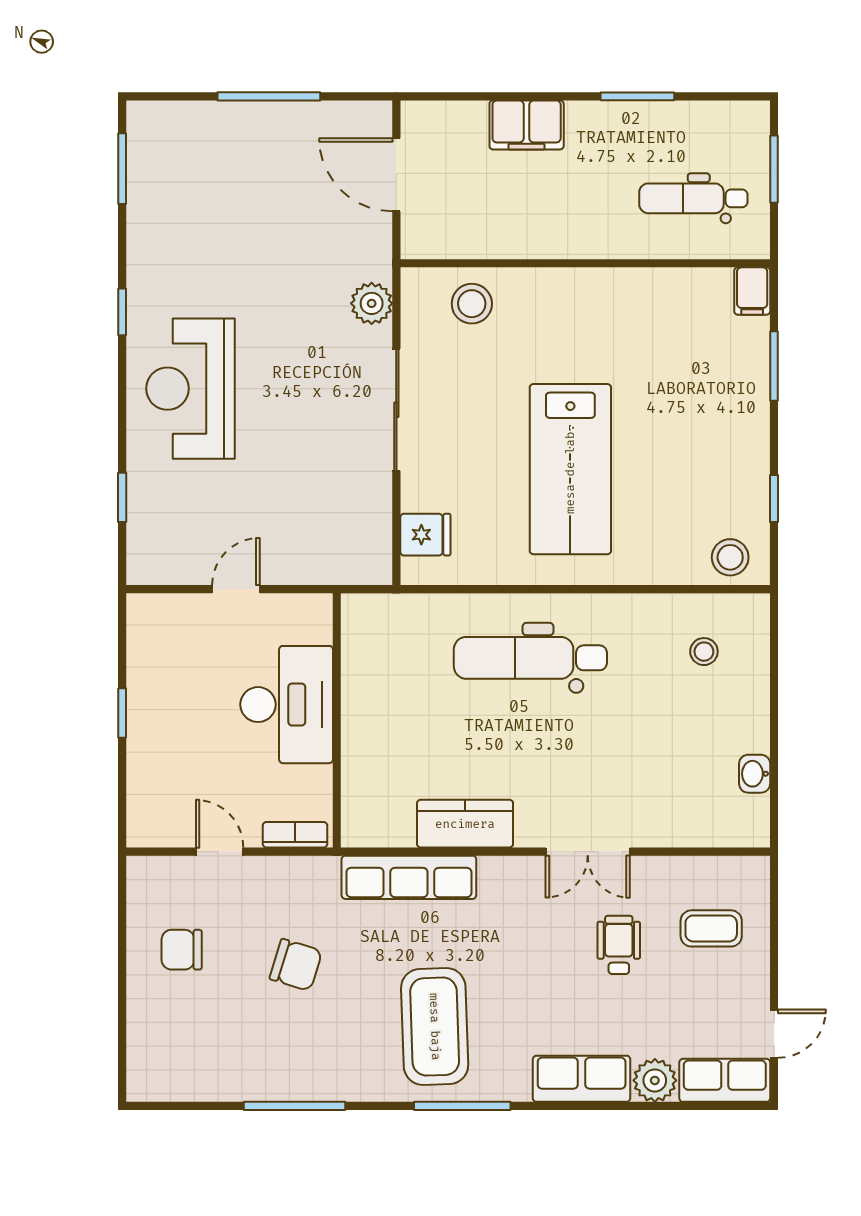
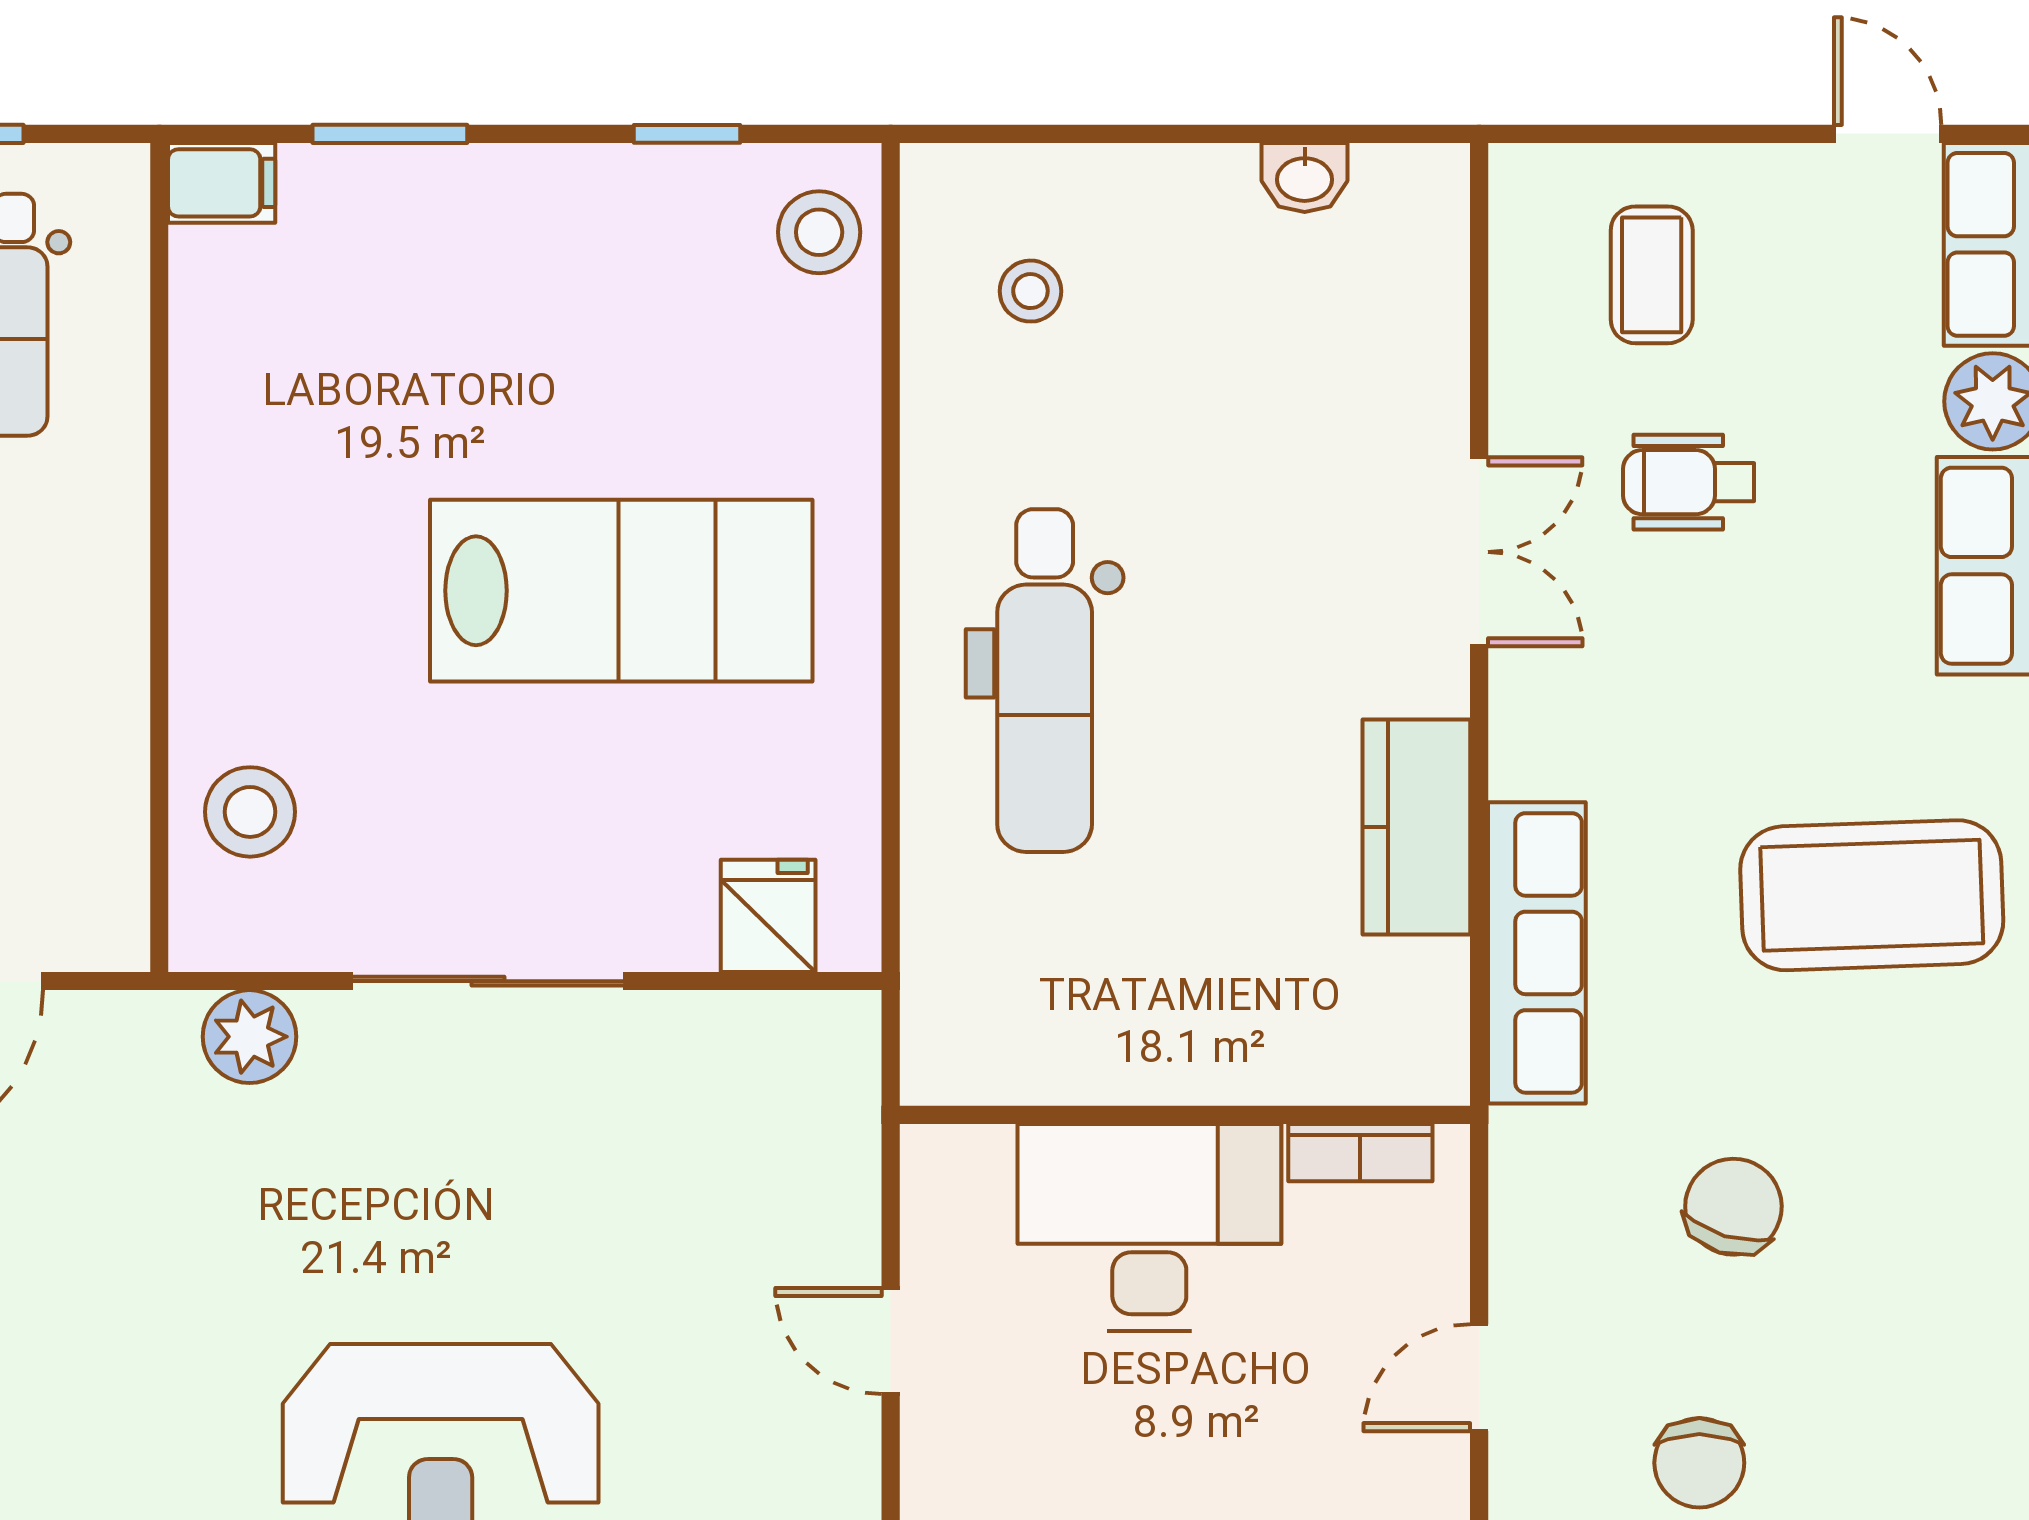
bookcase: (295, 835) -> (1360, 1153), moved, turned -90

